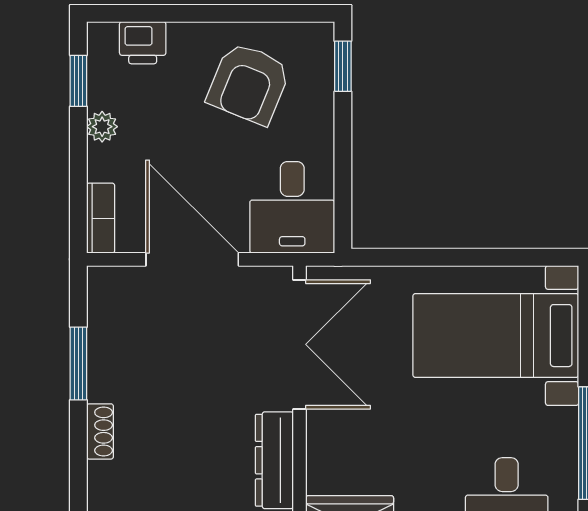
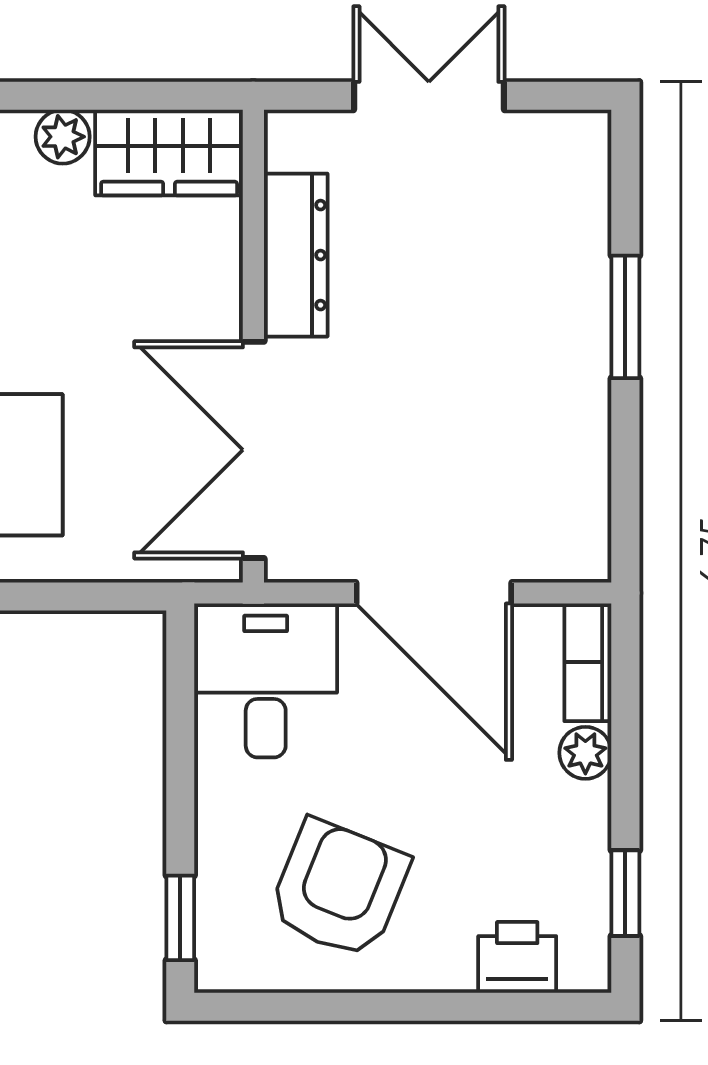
plant: (102, 127) -> (585, 753), moved
window: (78, 363) -> (625, 317), moved
shoe rack: (100, 431) -> (589, 303), removed

